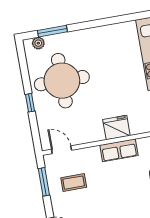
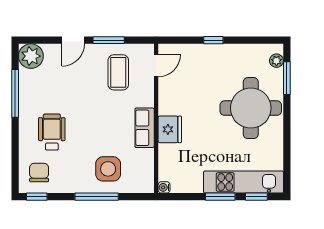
round table: (62, 81) -> (251, 108), moved
window: (44, 182) -> (109, 40), moved
coffee table: (74, 183) -> (118, 72), width x1.36, depth x1.30

